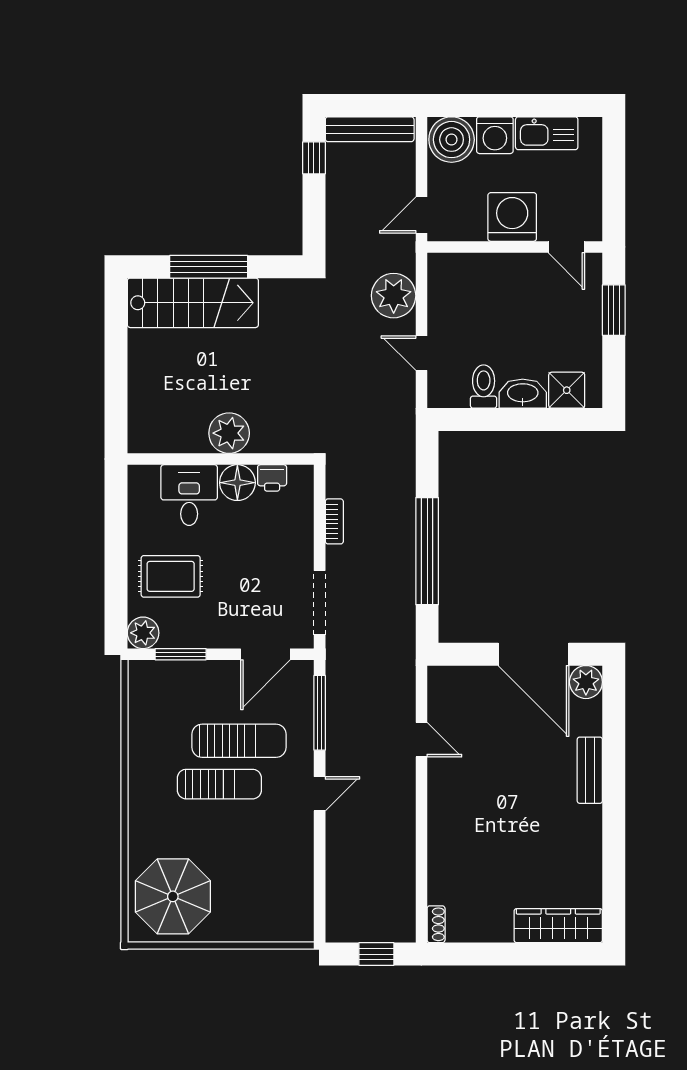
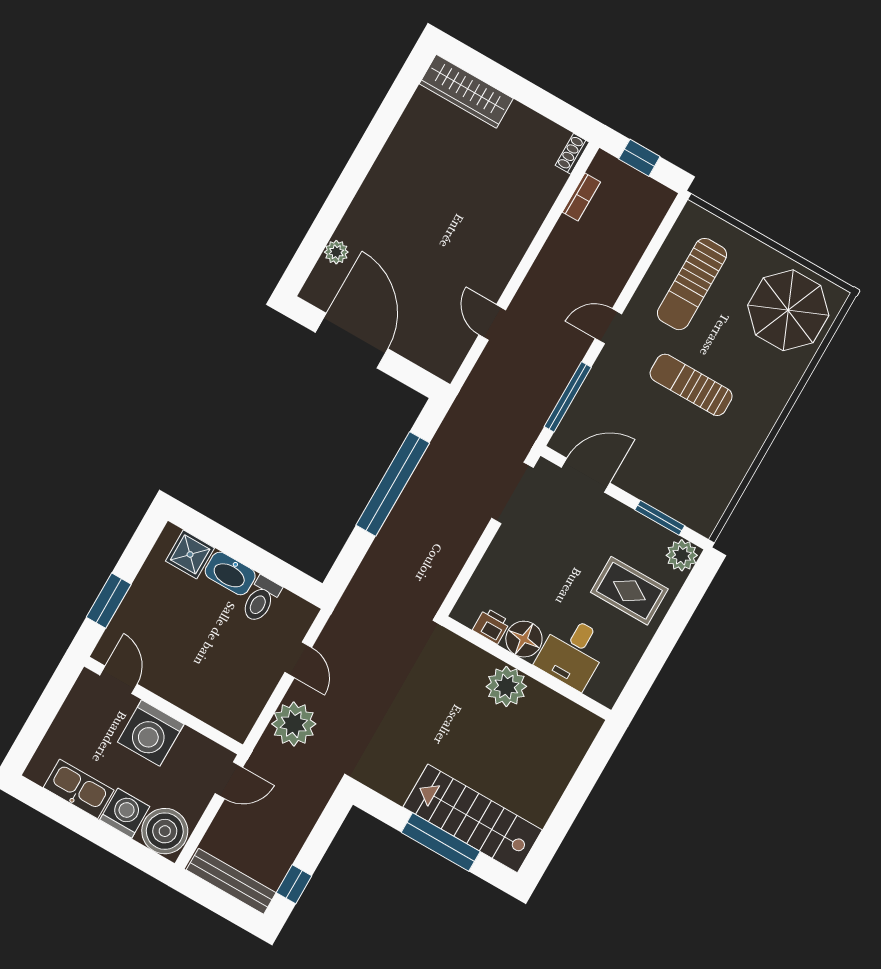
bookcase: (334, 521) -> (581, 197), moved, turned 180
plant: (586, 682) -> (336, 252), moved, width x0.73, depth x0.73
sun lounger: (239, 741) -> (692, 284), moved, turned -90
bench: (590, 770) -> (361, 211), removed

